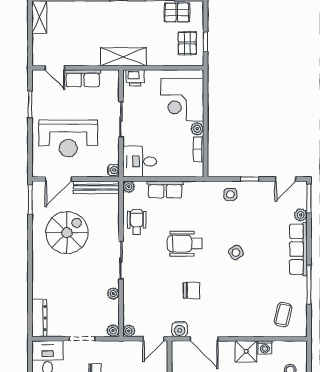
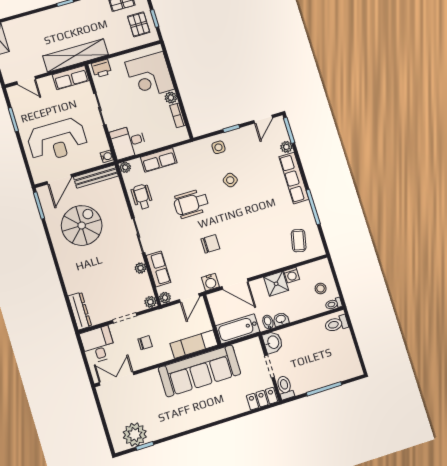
shelving: (123, 57) -> (76, 55), width x1.47
row of seats: (83, 78) -> (71, 78), moved
side table: (236, 252) -> (230, 180), moved
row of seats: (131, 300) -> (158, 269), added

